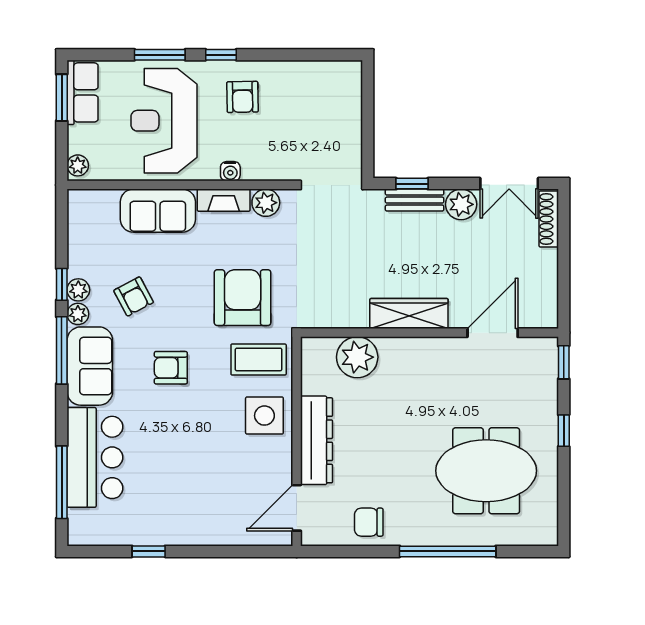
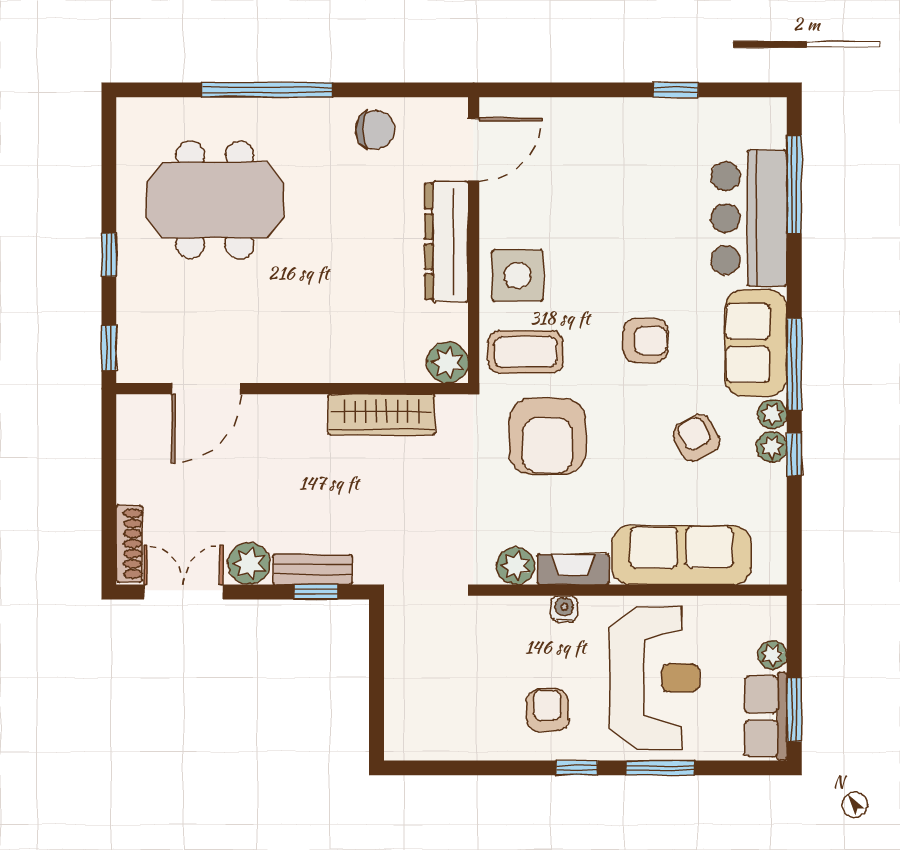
plant: (78, 165) -> (772, 655), moved
sofa: (158, 211) -> (681, 555), width x1.36
wardrobe: (409, 313) -> (382, 415), moved
plant: (357, 357) -> (447, 362), moved, width x0.73, depth x0.73

